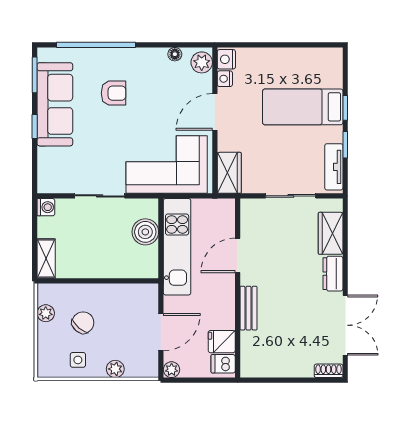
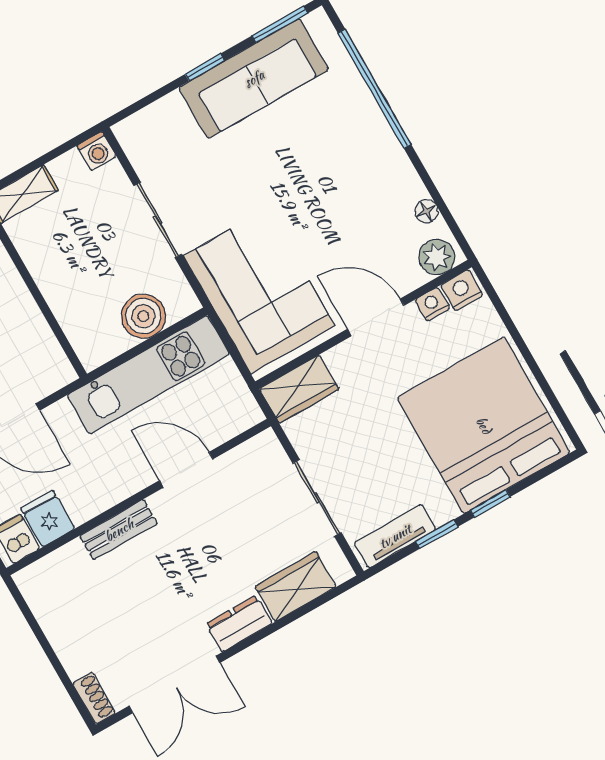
armchair: (114, 93) -> (319, 154), removed
bed: (303, 107) -> (484, 425), width x2.04

